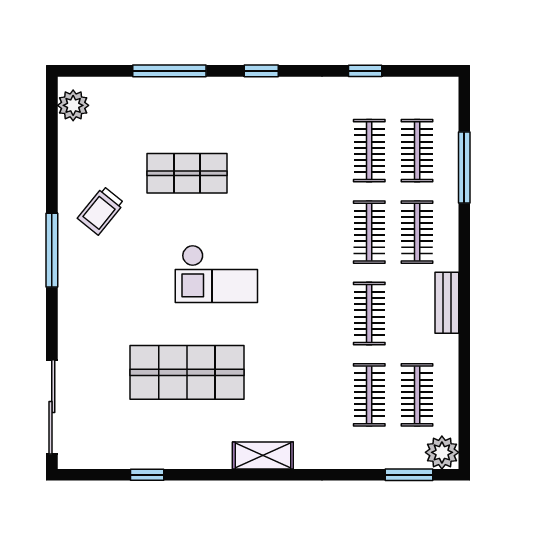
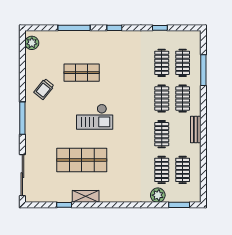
window: (52, 250) -> (22, 118), moved
plant: (442, 452) -> (158, 195), moved
shelving: (263, 455) -> (86, 196), moved

